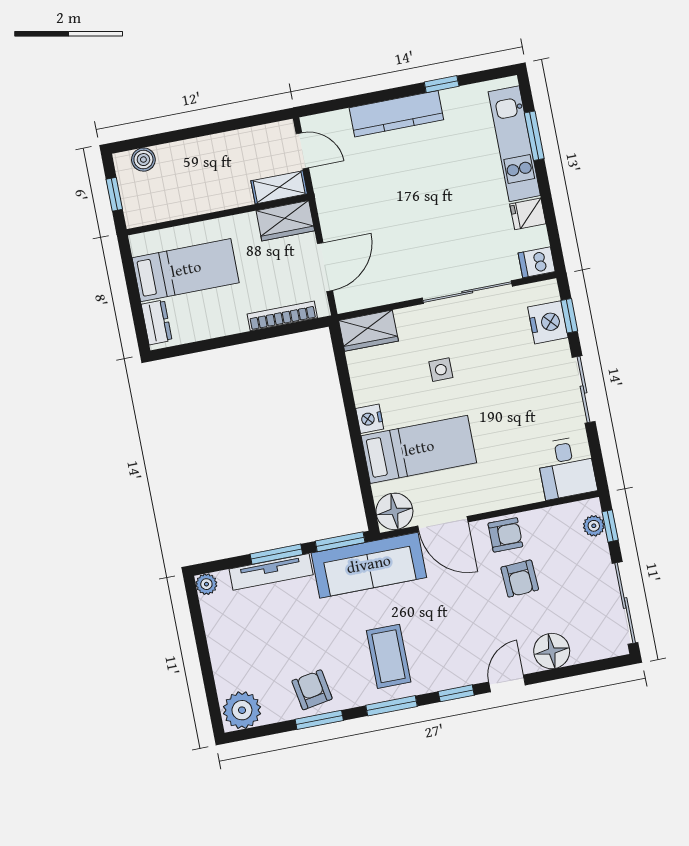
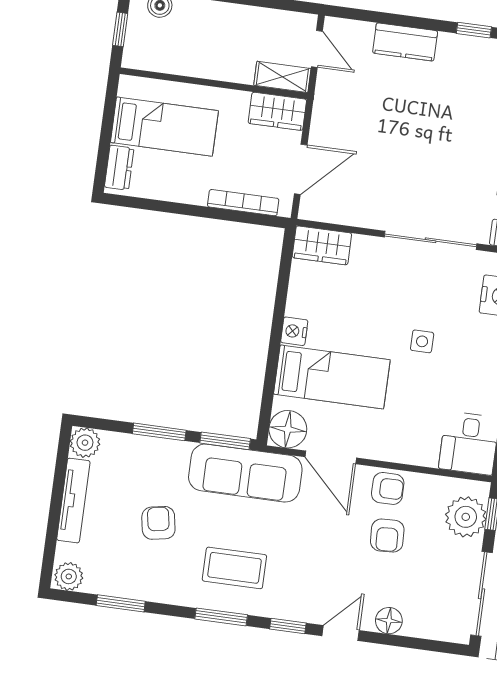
kitchen counter: (396, 114) -> (405, 42), width x0.67
side table: (441, 370) -> (422, 341), moved
plant: (594, 526) -> (466, 517), width x1.88, depth x1.88
tv unit: (271, 572) -> (73, 501), moved, turned -90
plant: (206, 584) -> (85, 443), width x1.38, depth x1.38
floor lamp: (552, 651) -> (389, 621), width x0.73, depth x0.73
coffee table: (389, 656) -> (234, 568), turned 90
armchair: (312, 690) -> (158, 523), moved
plant: (242, 710) -> (69, 576), width x0.73, depth x0.73
window: (319, 720) -> (121, 603), moved

